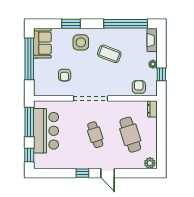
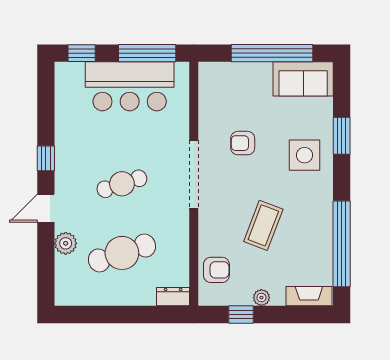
coffee table: (109, 54) -> (263, 225), moved
armchair: (65, 75) -> (243, 143), moved
plant: (150, 163) -> (66, 243), moved

